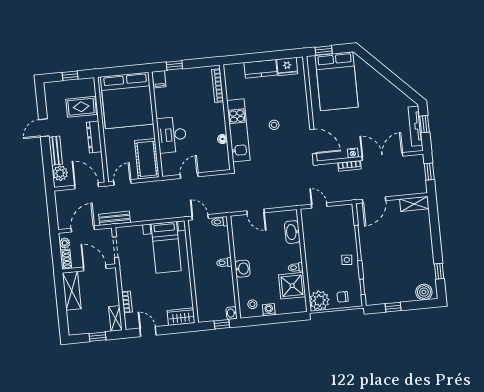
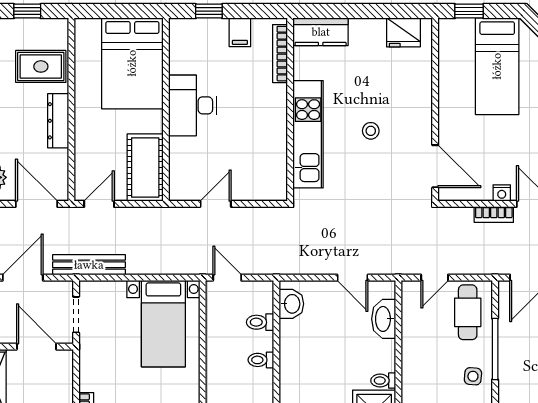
kitchen counter: (261, 69) -> (321, 32), moved
filing cabinet: (159, 79) -> (240, 32), moved
bed: (337, 81) -> (497, 66), width x0.67
bed: (127, 100) -> (132, 63), width x0.73
desk: (172, 135) -> (192, 105), moved
floor lamp: (222, 139) -> (279, 146), removed
door: (319, 205) -> (435, 278), swing flipped
door: (256, 212) -> (352, 278), moved
bench: (115, 218) -> (89, 265), width x1.36
toilet: (220, 222) -> (260, 322), moved
cafe table: (340, 223) -> (468, 312), added
washbasin: (242, 269) -> (291, 304), moved

